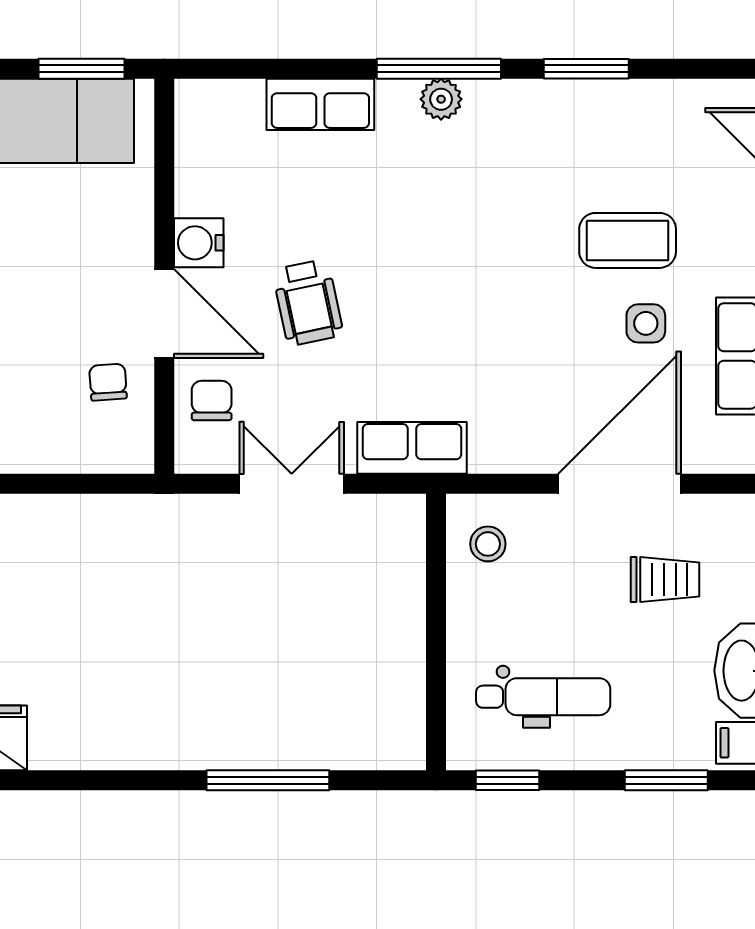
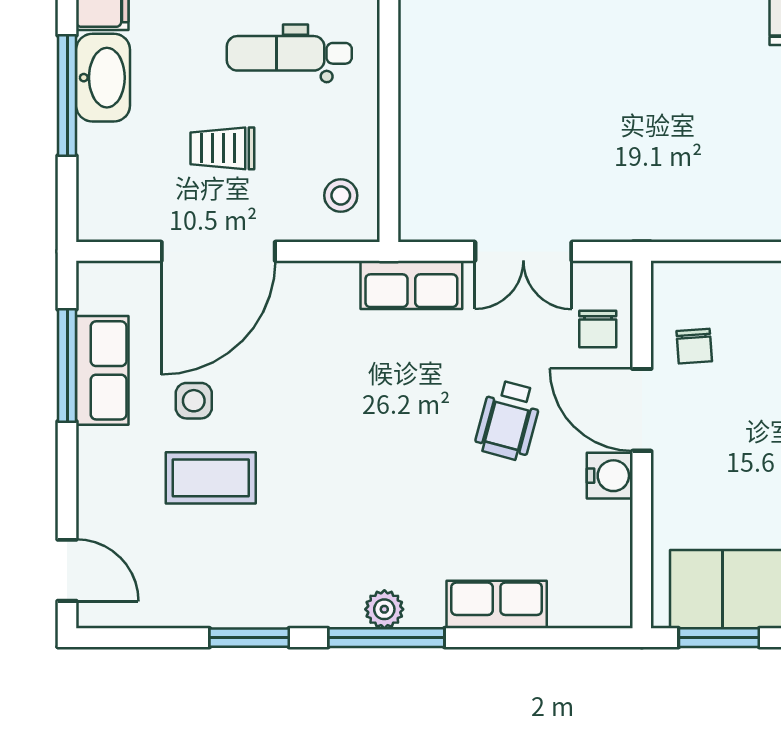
wheelchair: (308, 302) -> (508, 420), turned -153
trolley: (665, 580) -> (222, 148), moved

